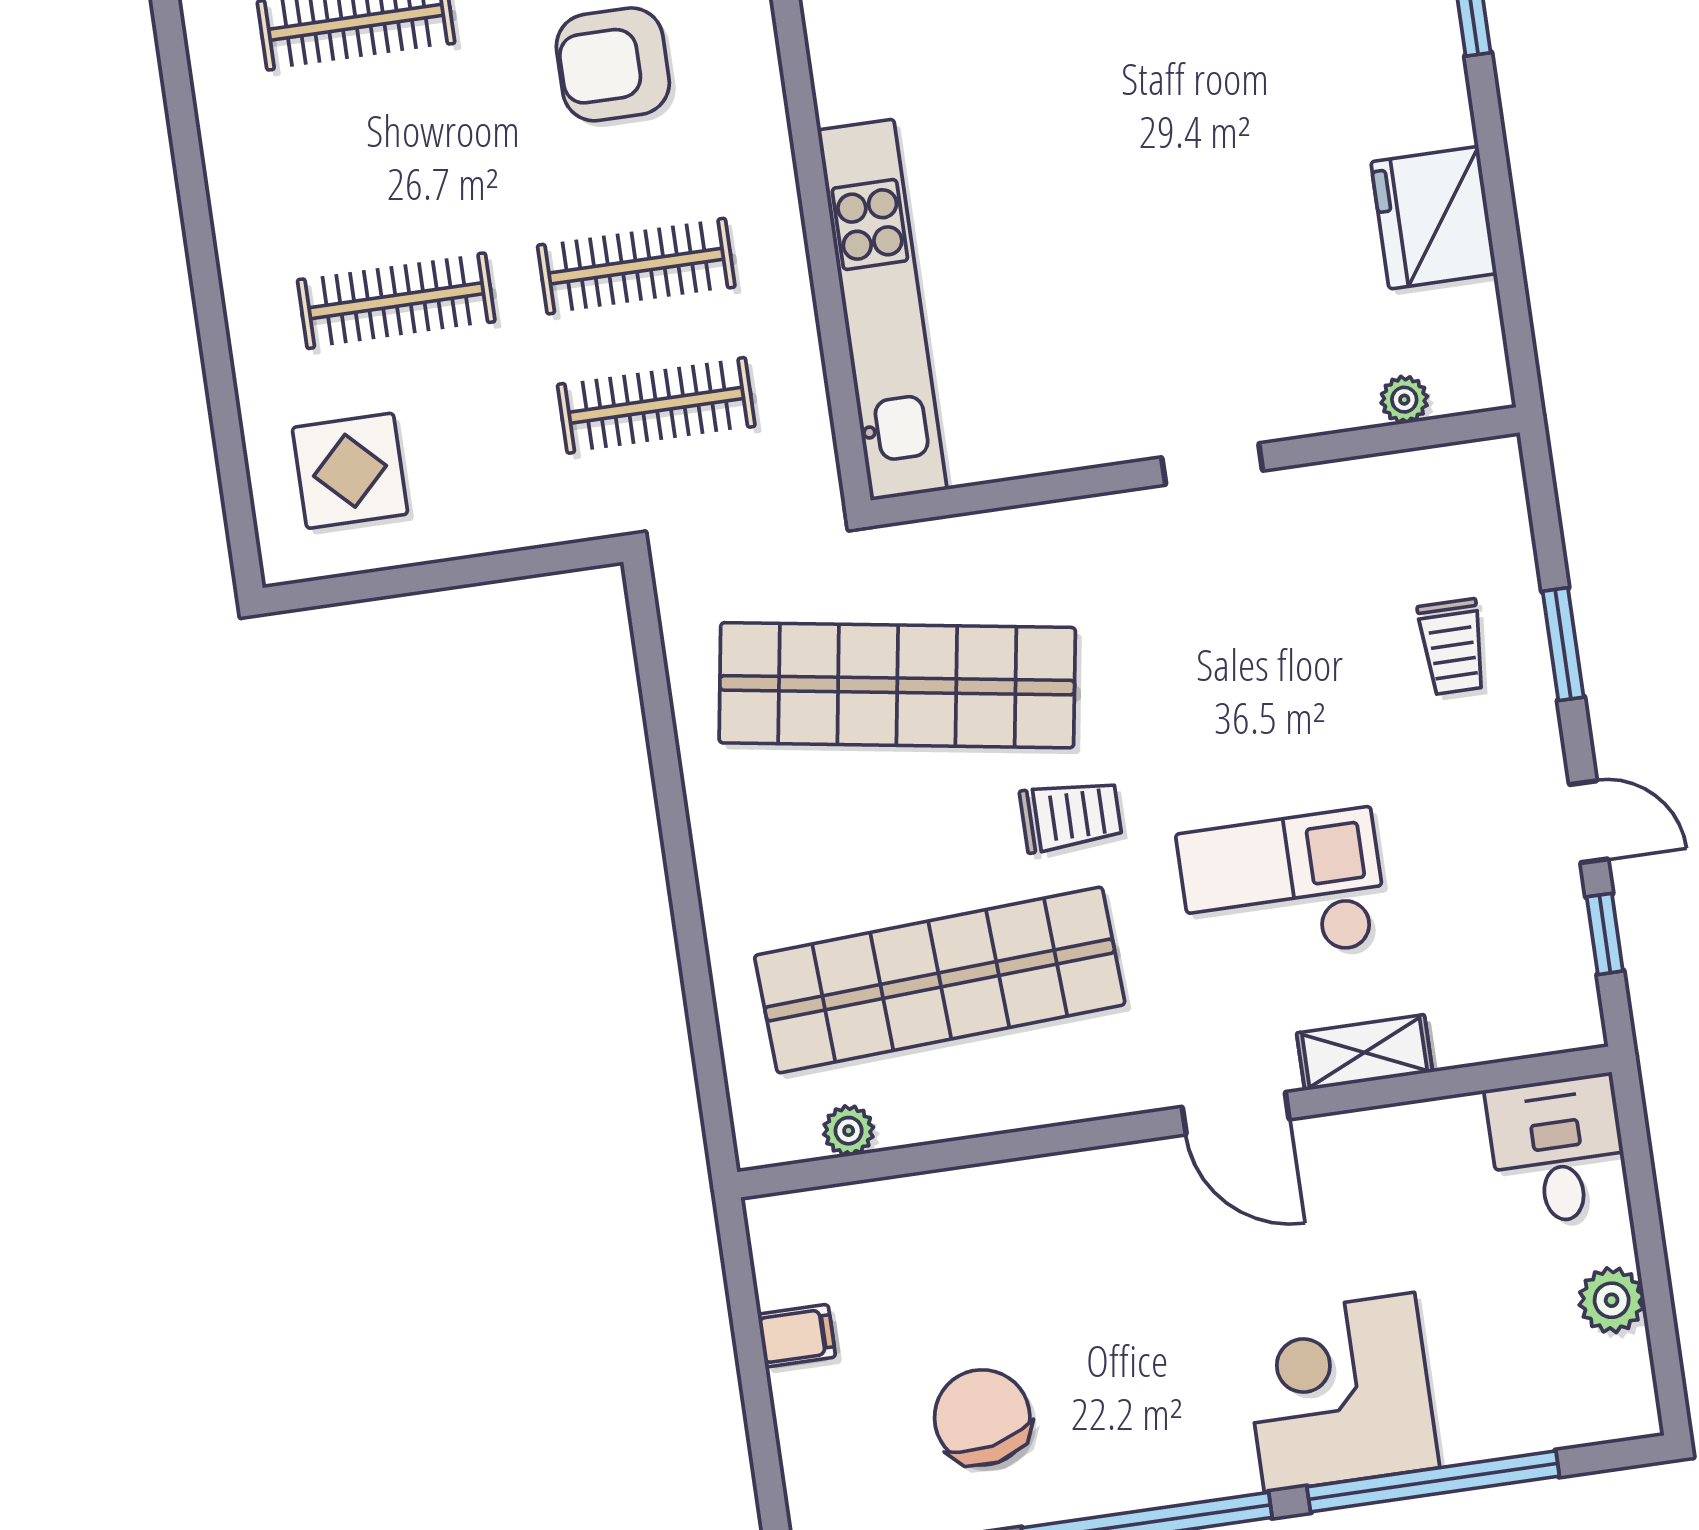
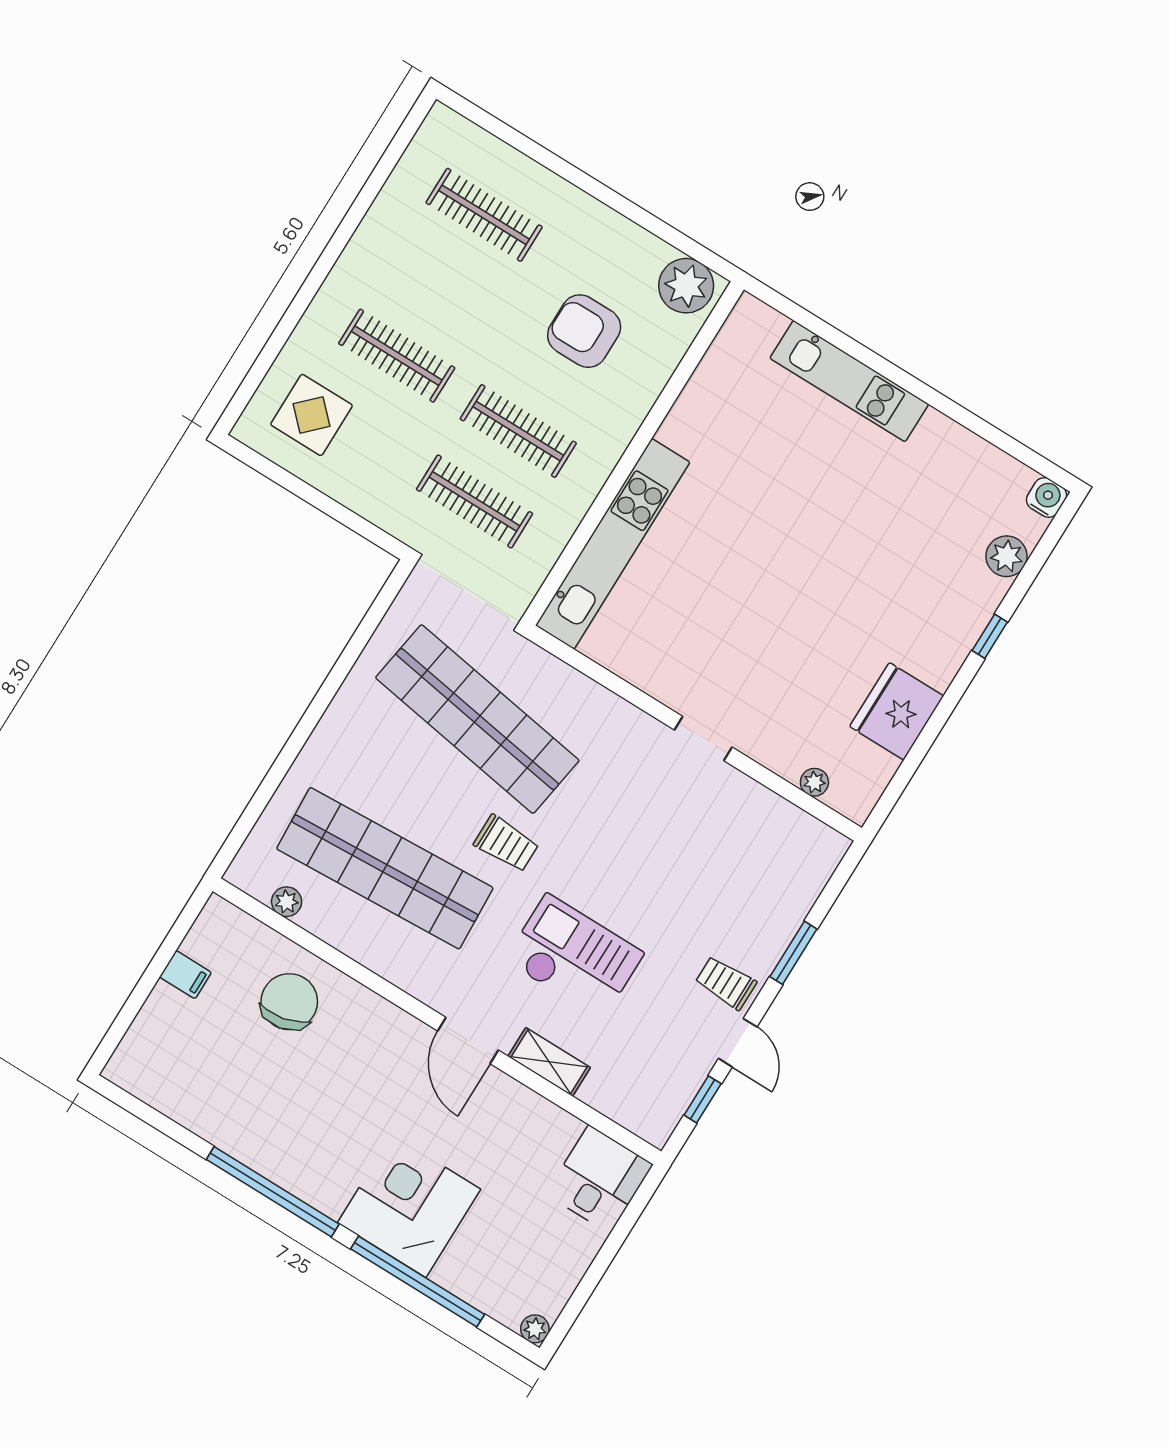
trolley: (1452, 647) -> (726, 983), moved, turned 90
plant: (1612, 1300) -> (535, 1329), moved, width x0.73, depth x0.73
chair: (982, 1417) -> (289, 1002), moved

